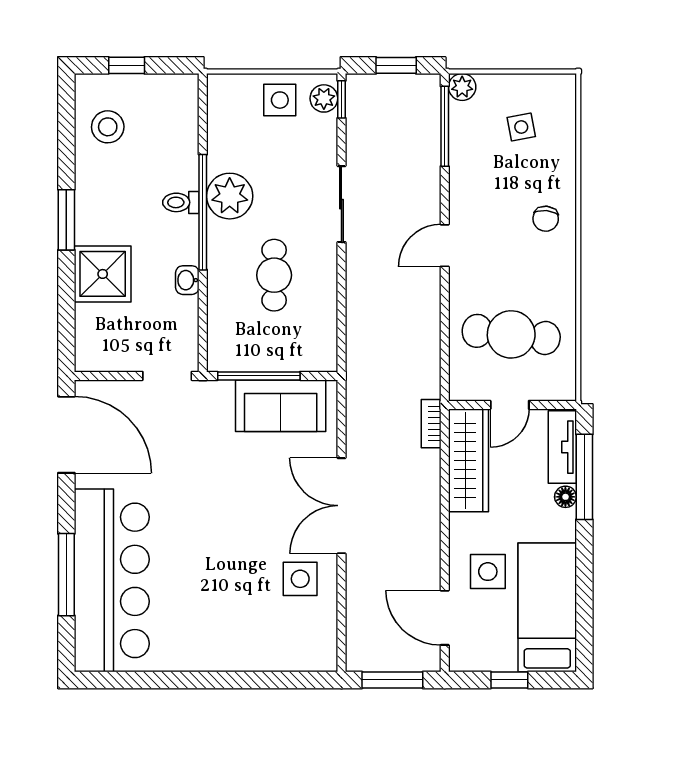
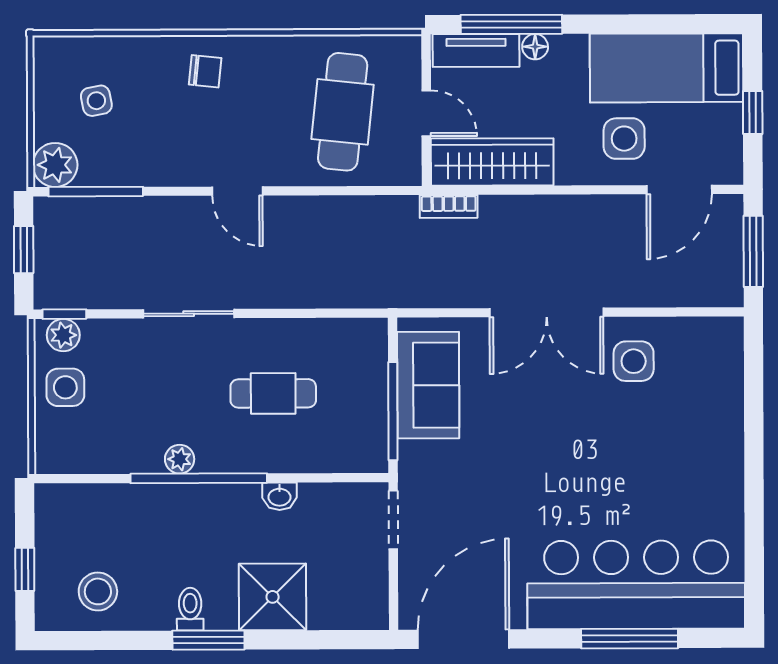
plant: (462, 87) -> (55, 165), width x1.38, depth x1.38
plant: (230, 196) -> (180, 459), width x0.53, depth x0.53
toilet: (181, 202) -> (190, 609), moved, turned 180

